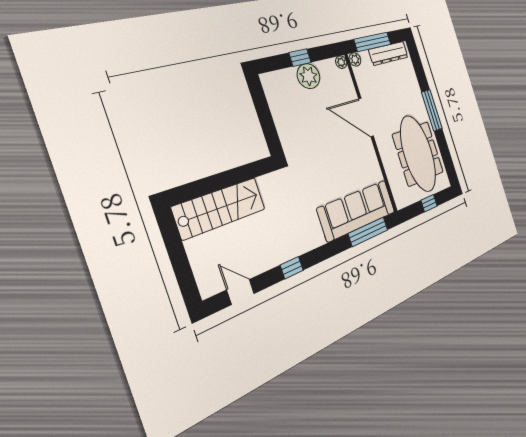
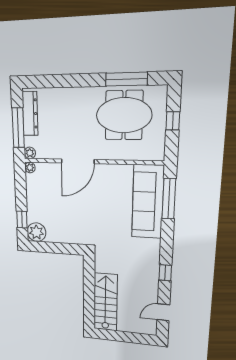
window: (300, 58) -> (22, 220), moved
plant: (309, 76) -> (36, 232), moved
window: (432, 110) -> (126, 79), moved
meeting table: (418, 154) -> (124, 115), width x0.73

